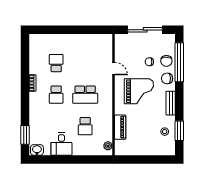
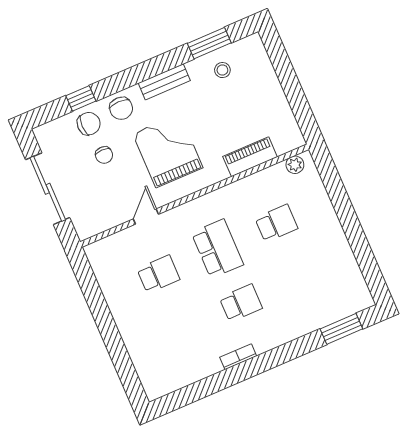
window: (179, 62) -> (81, 98), width x0.32
school desk: (56, 63) -> (158, 274), moved, turned 180
desk: (61, 144) -> (329, 253), removed
washbasin: (37, 150) -> (360, 294), removed

